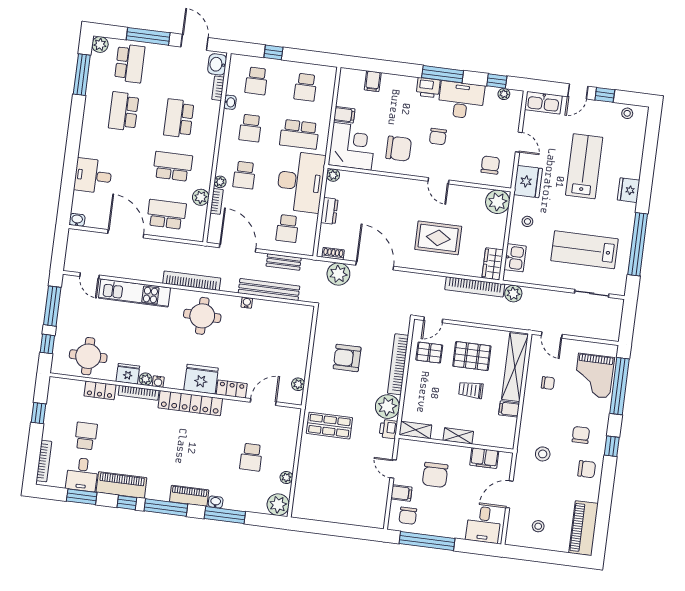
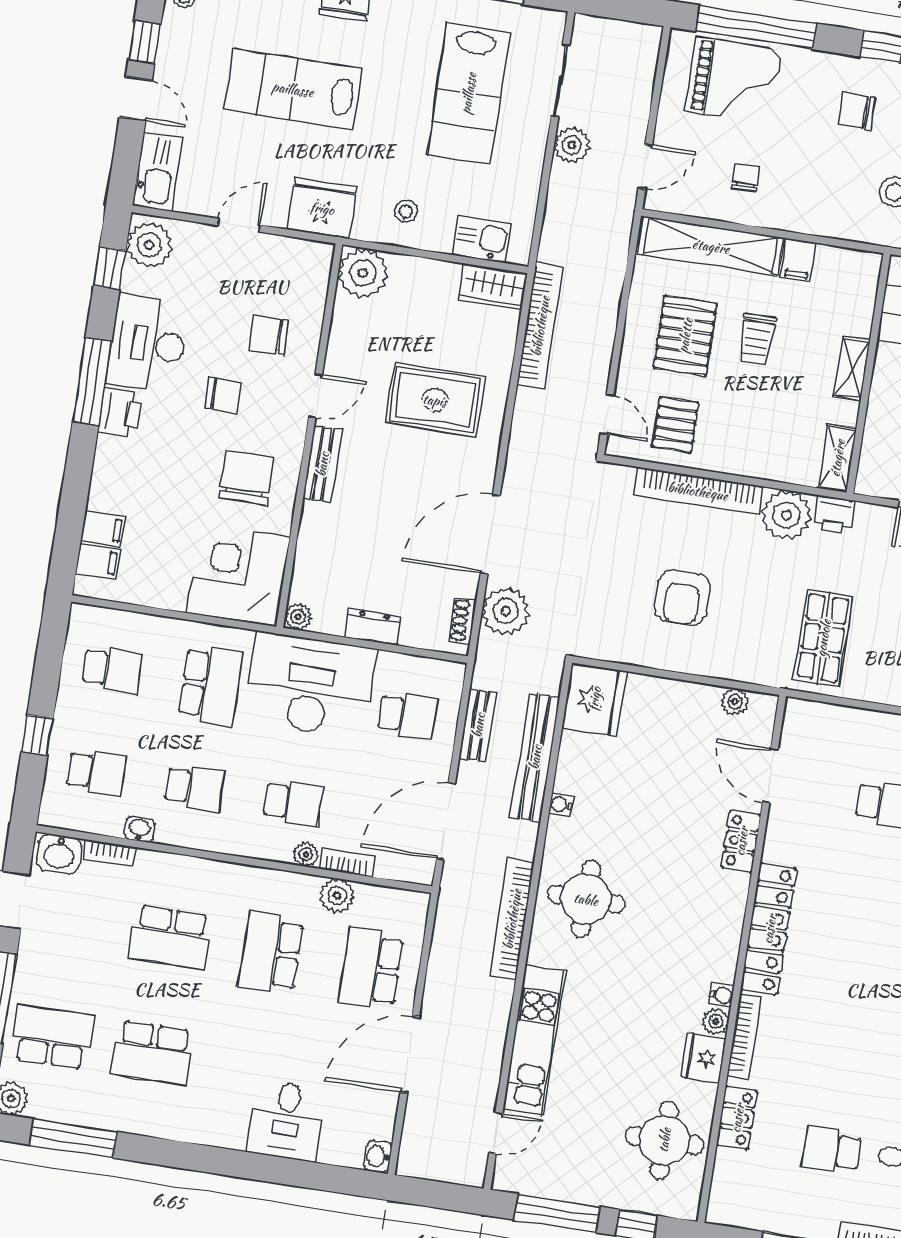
plant: (504, 94) -> (149, 245), width x1.88, depth x1.88
filing cabinet: (344, 115) -> (98, 561), moved, turned 90
chair: (490, 165) -> (269, 335), moved
bench: (406, 185) -> (322, 464), added
rug: (438, 238) -> (435, 400), turned 90
plant: (513, 294) -> (572, 145), moved
fridge: (201, 379) -> (594, 699), moved, turned 180

